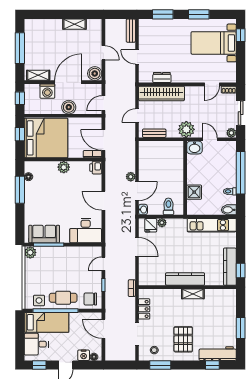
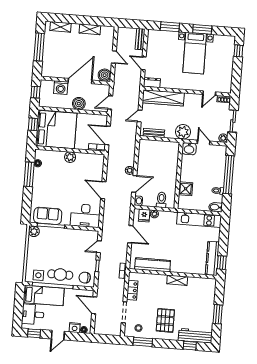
bed with nightstands: (214, 43) -> (195, 53), moved, turned -90
shelving: (38, 75) -> (60, 27), moved
dresser: (162, 78) -> (152, 83), moved
printer: (96, 168) -> (99, 160), removed
kitchen counter: (185, 279) -> (153, 265), moved

